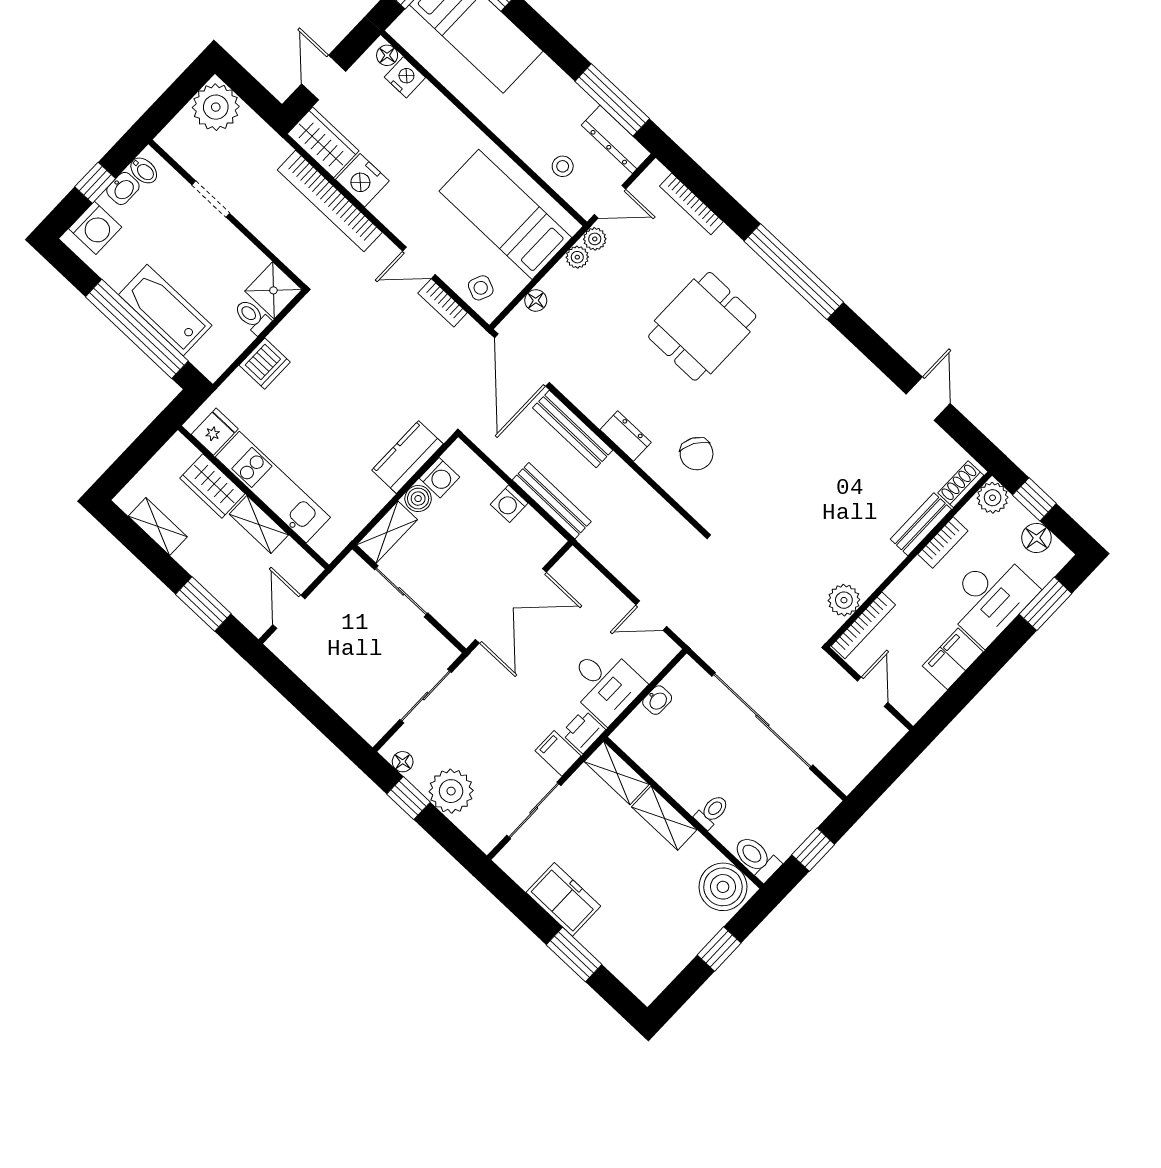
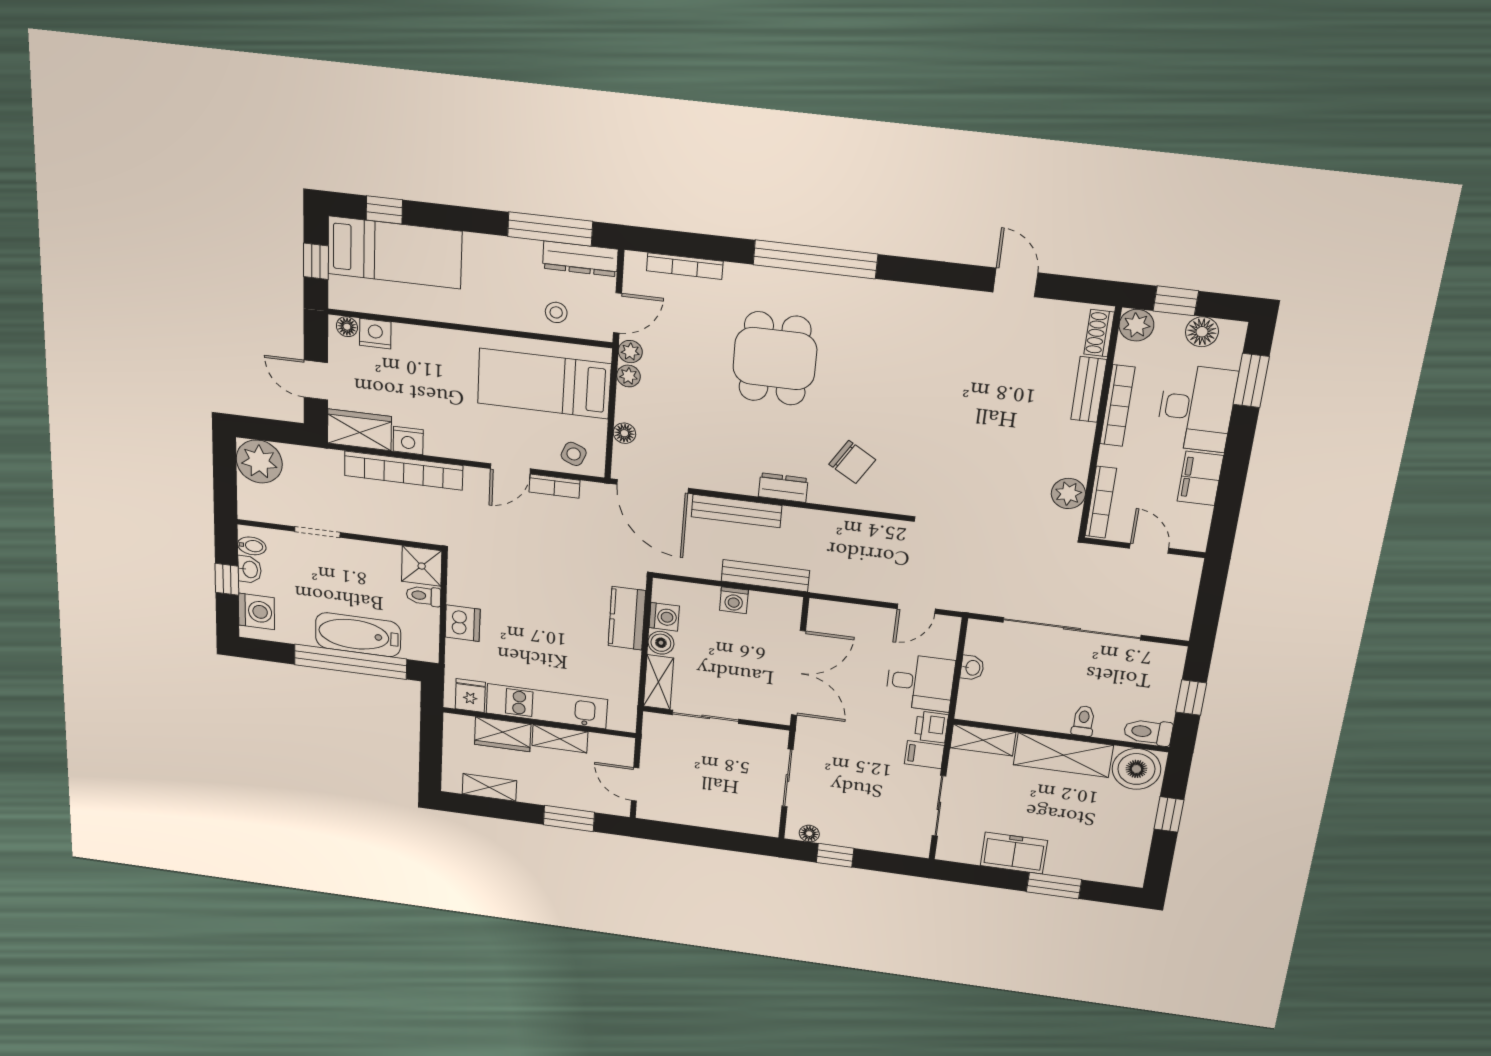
nightstand: (362, 180) -> (408, 440), width x0.74, depth x0.75
bookcase: (943, 543) -> (1117, 406), width x1.56
plant: (451, 791) -> (863, 831), removed
shelving: (664, 818) -> (1063, 755), width x1.50, depth x1.33

